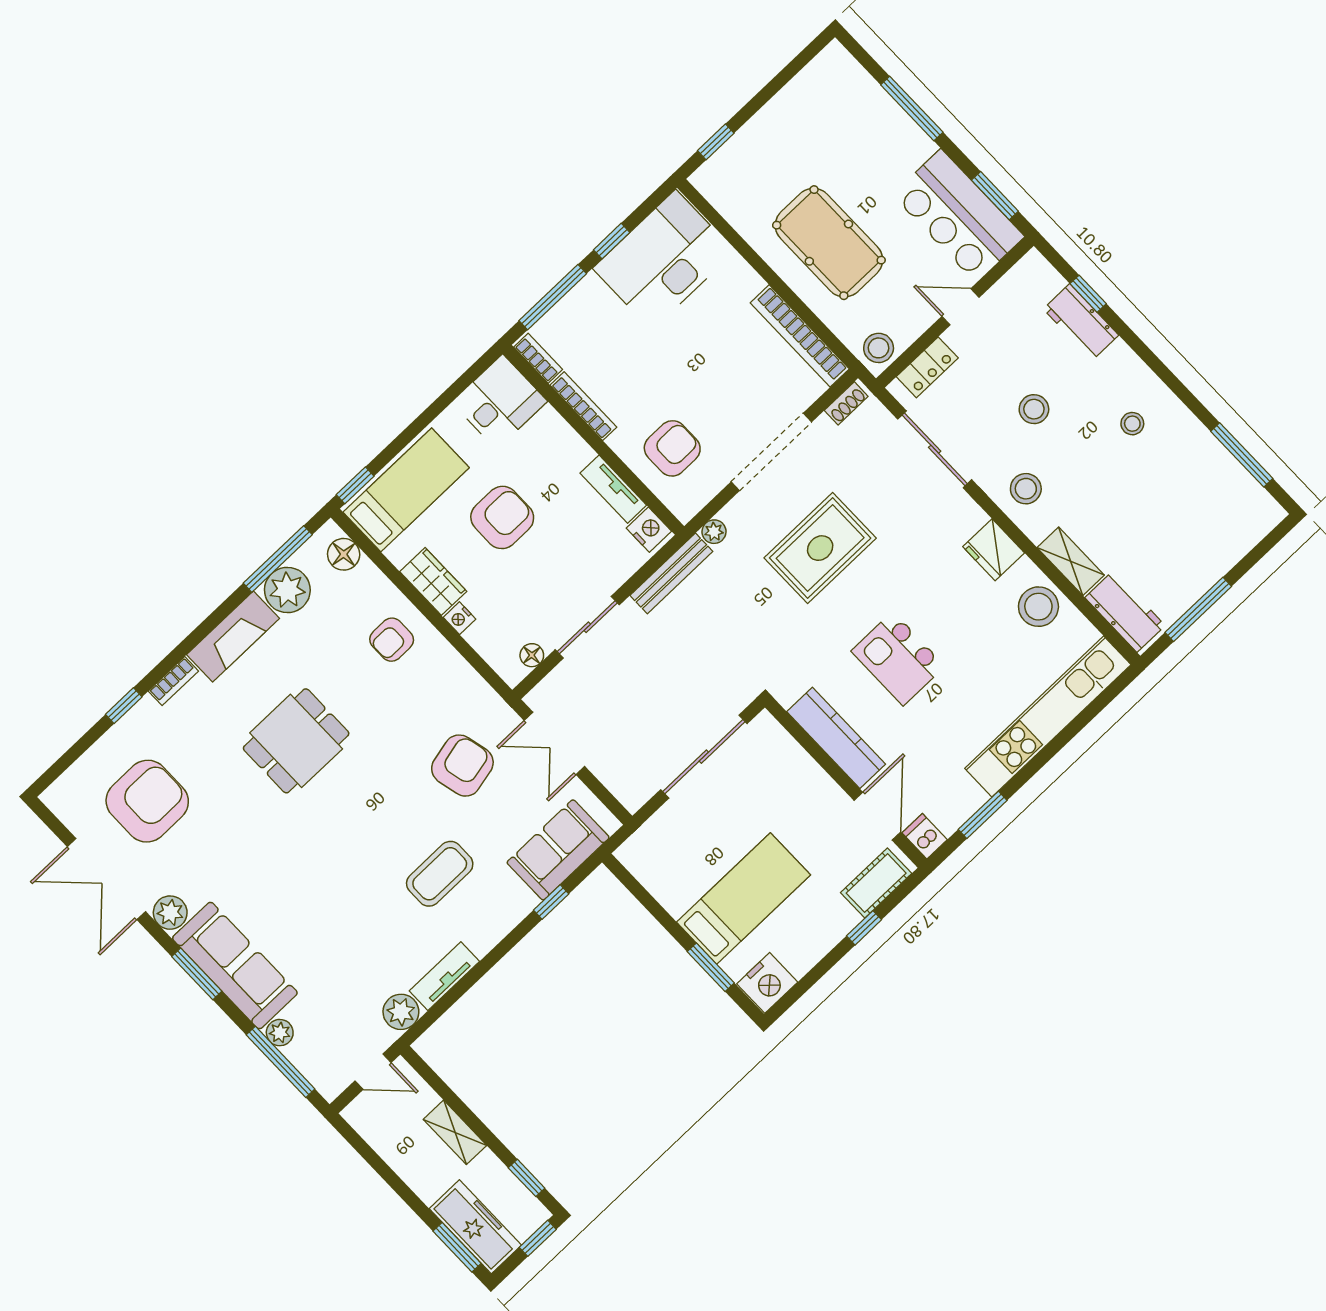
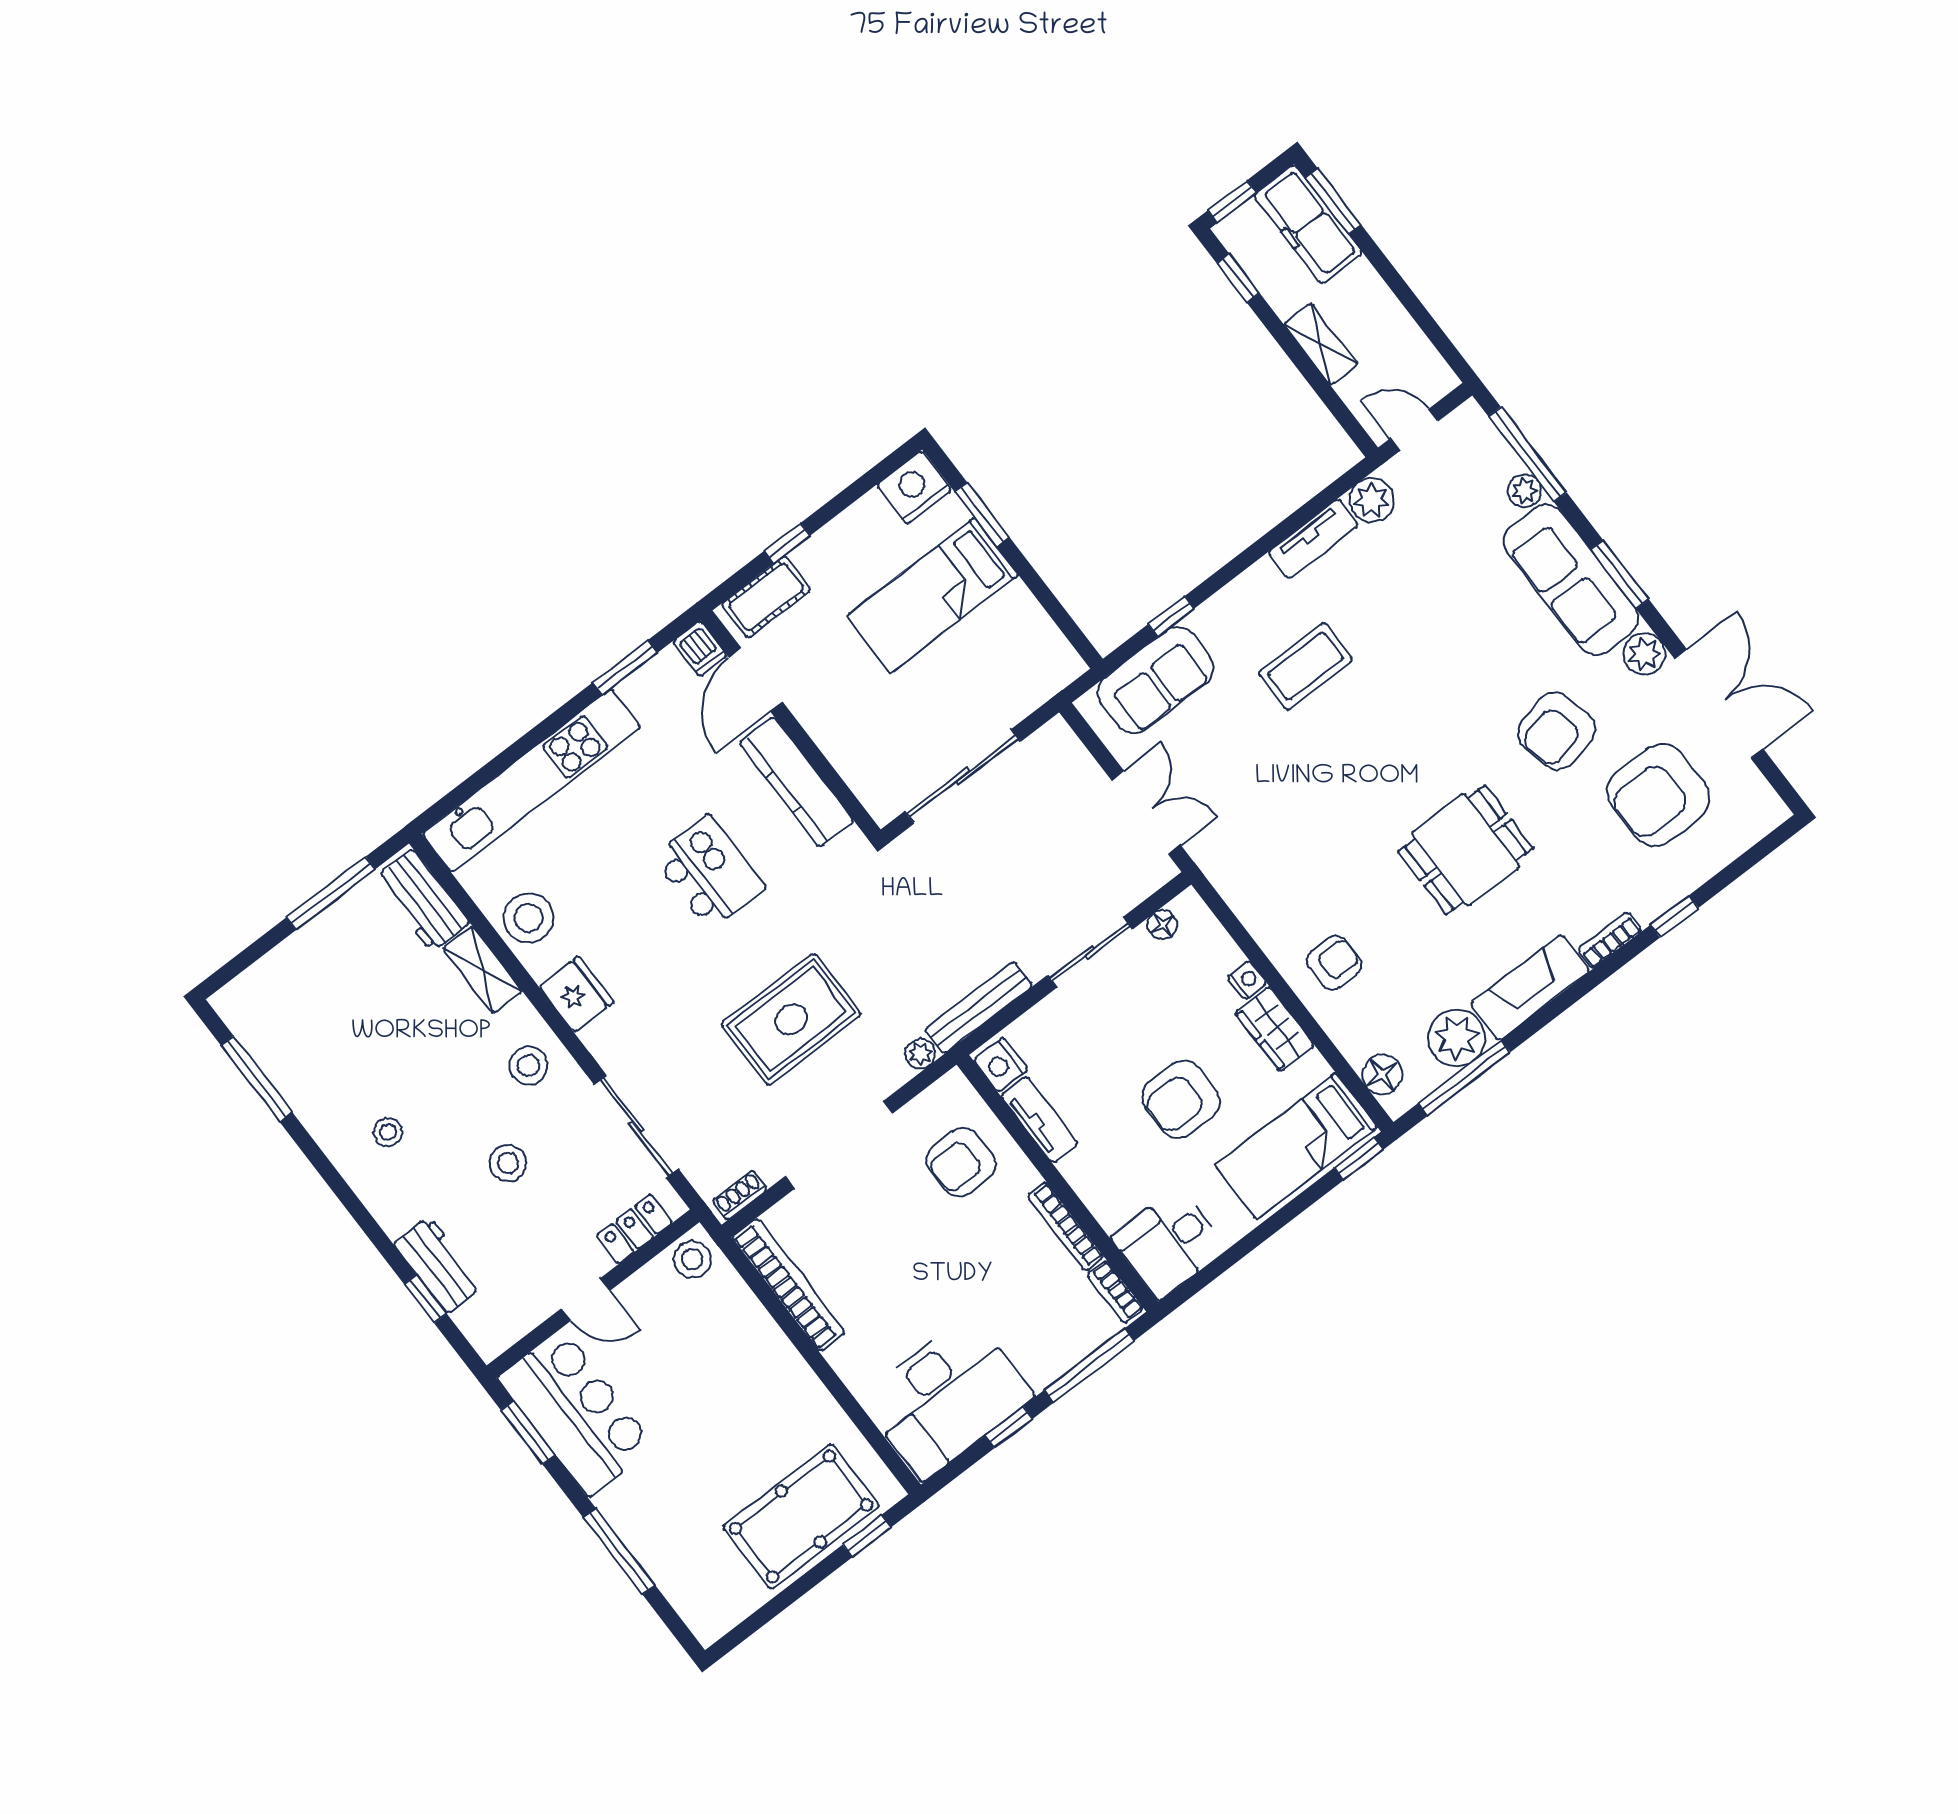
pool table: (829, 243) -> (801, 1516), moved, turned 90
armchair: (462, 766) -> (1556, 731), moved

